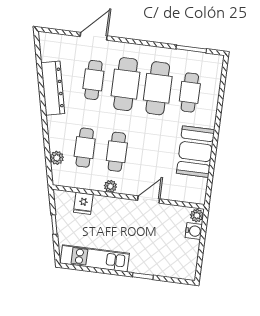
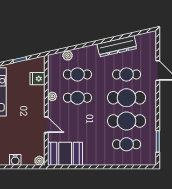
booth: (196, 152) -> (65, 154), moved
water cooler: (194, 231) -> (15, 160), moved

